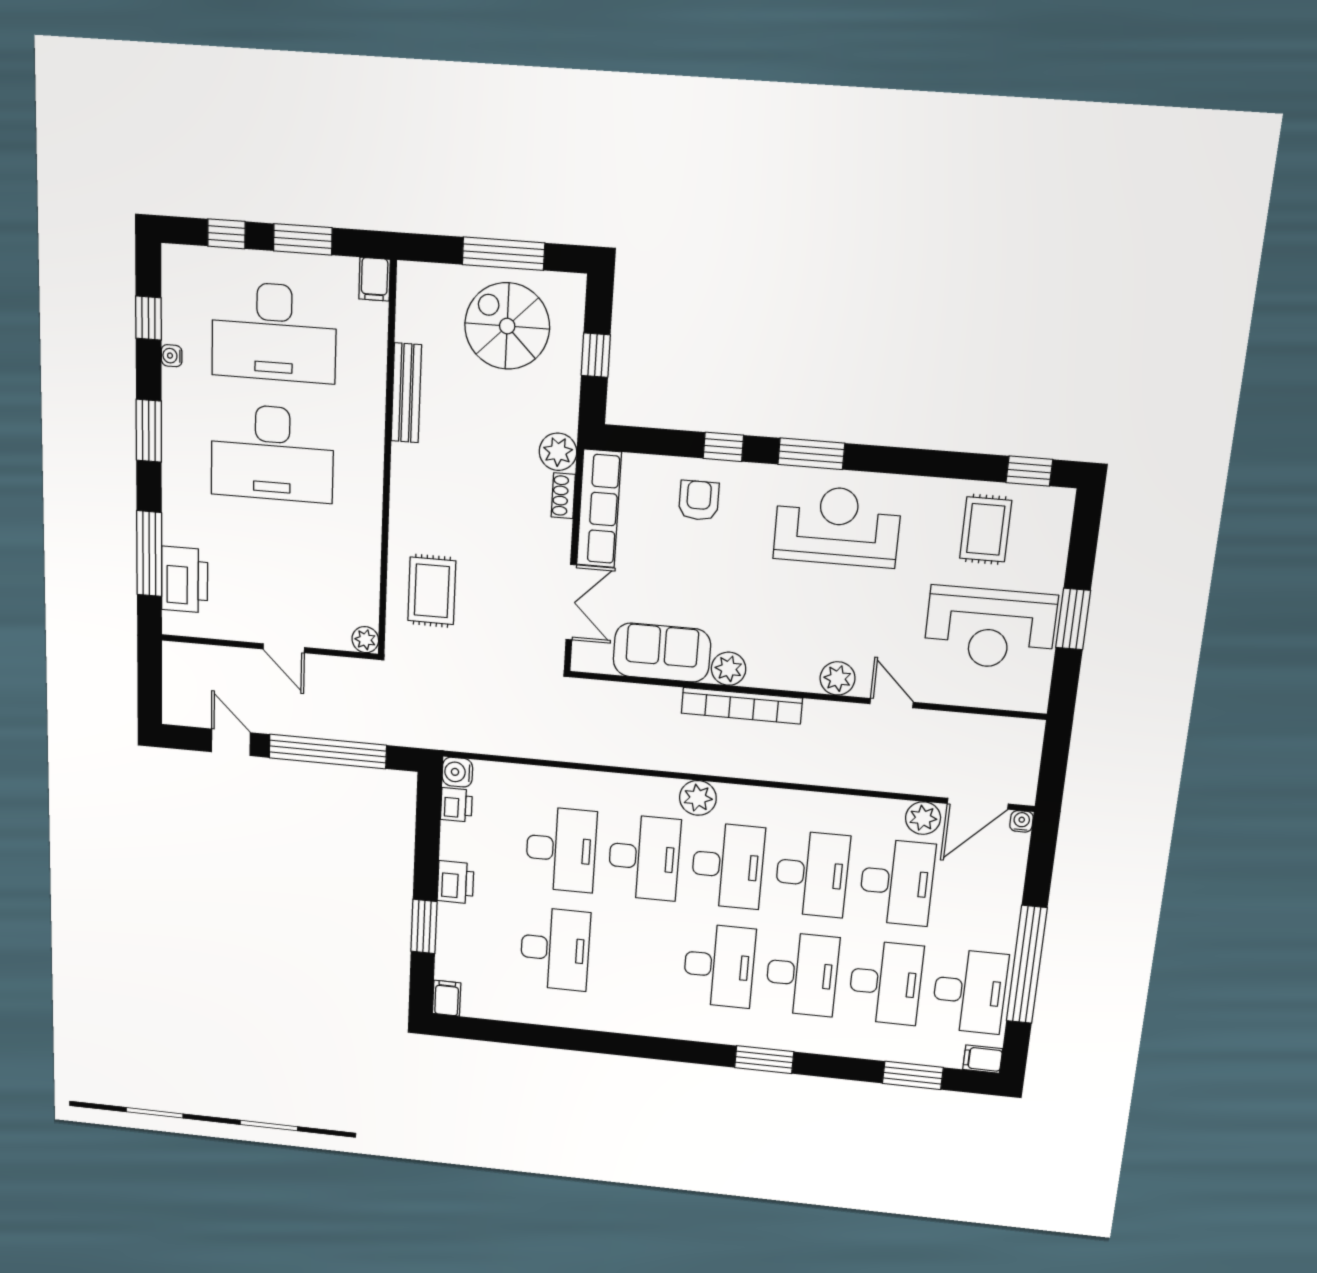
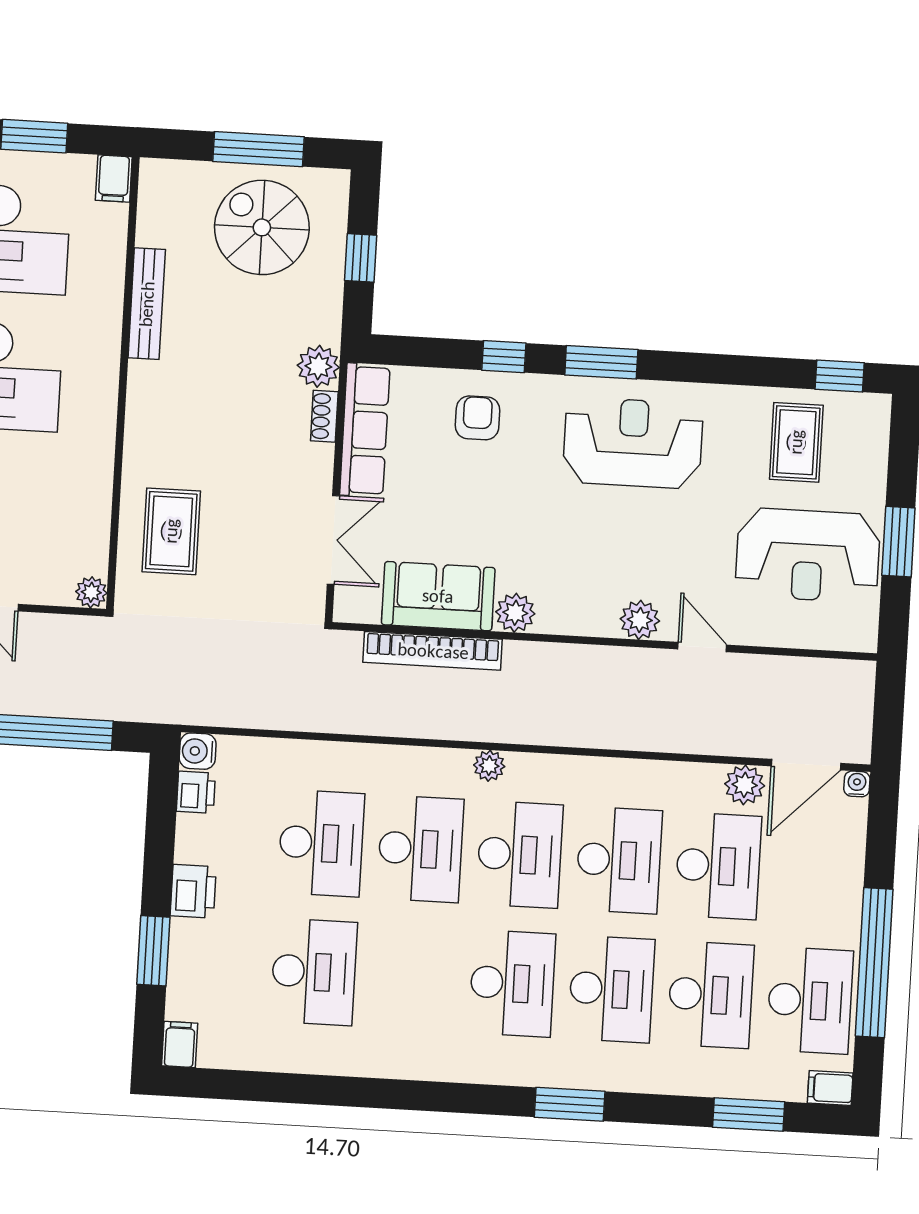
bookcase: (742, 706) -> (433, 651), moved
plant: (698, 798) -> (489, 766), width x0.73, depth x0.73

